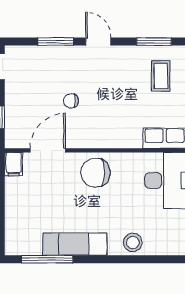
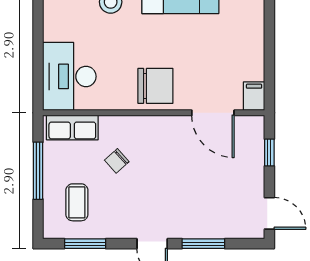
chair: (71, 101) -> (117, 161), moved, turned 138
door: (48, 150) -> (213, 113), hinge flipped

